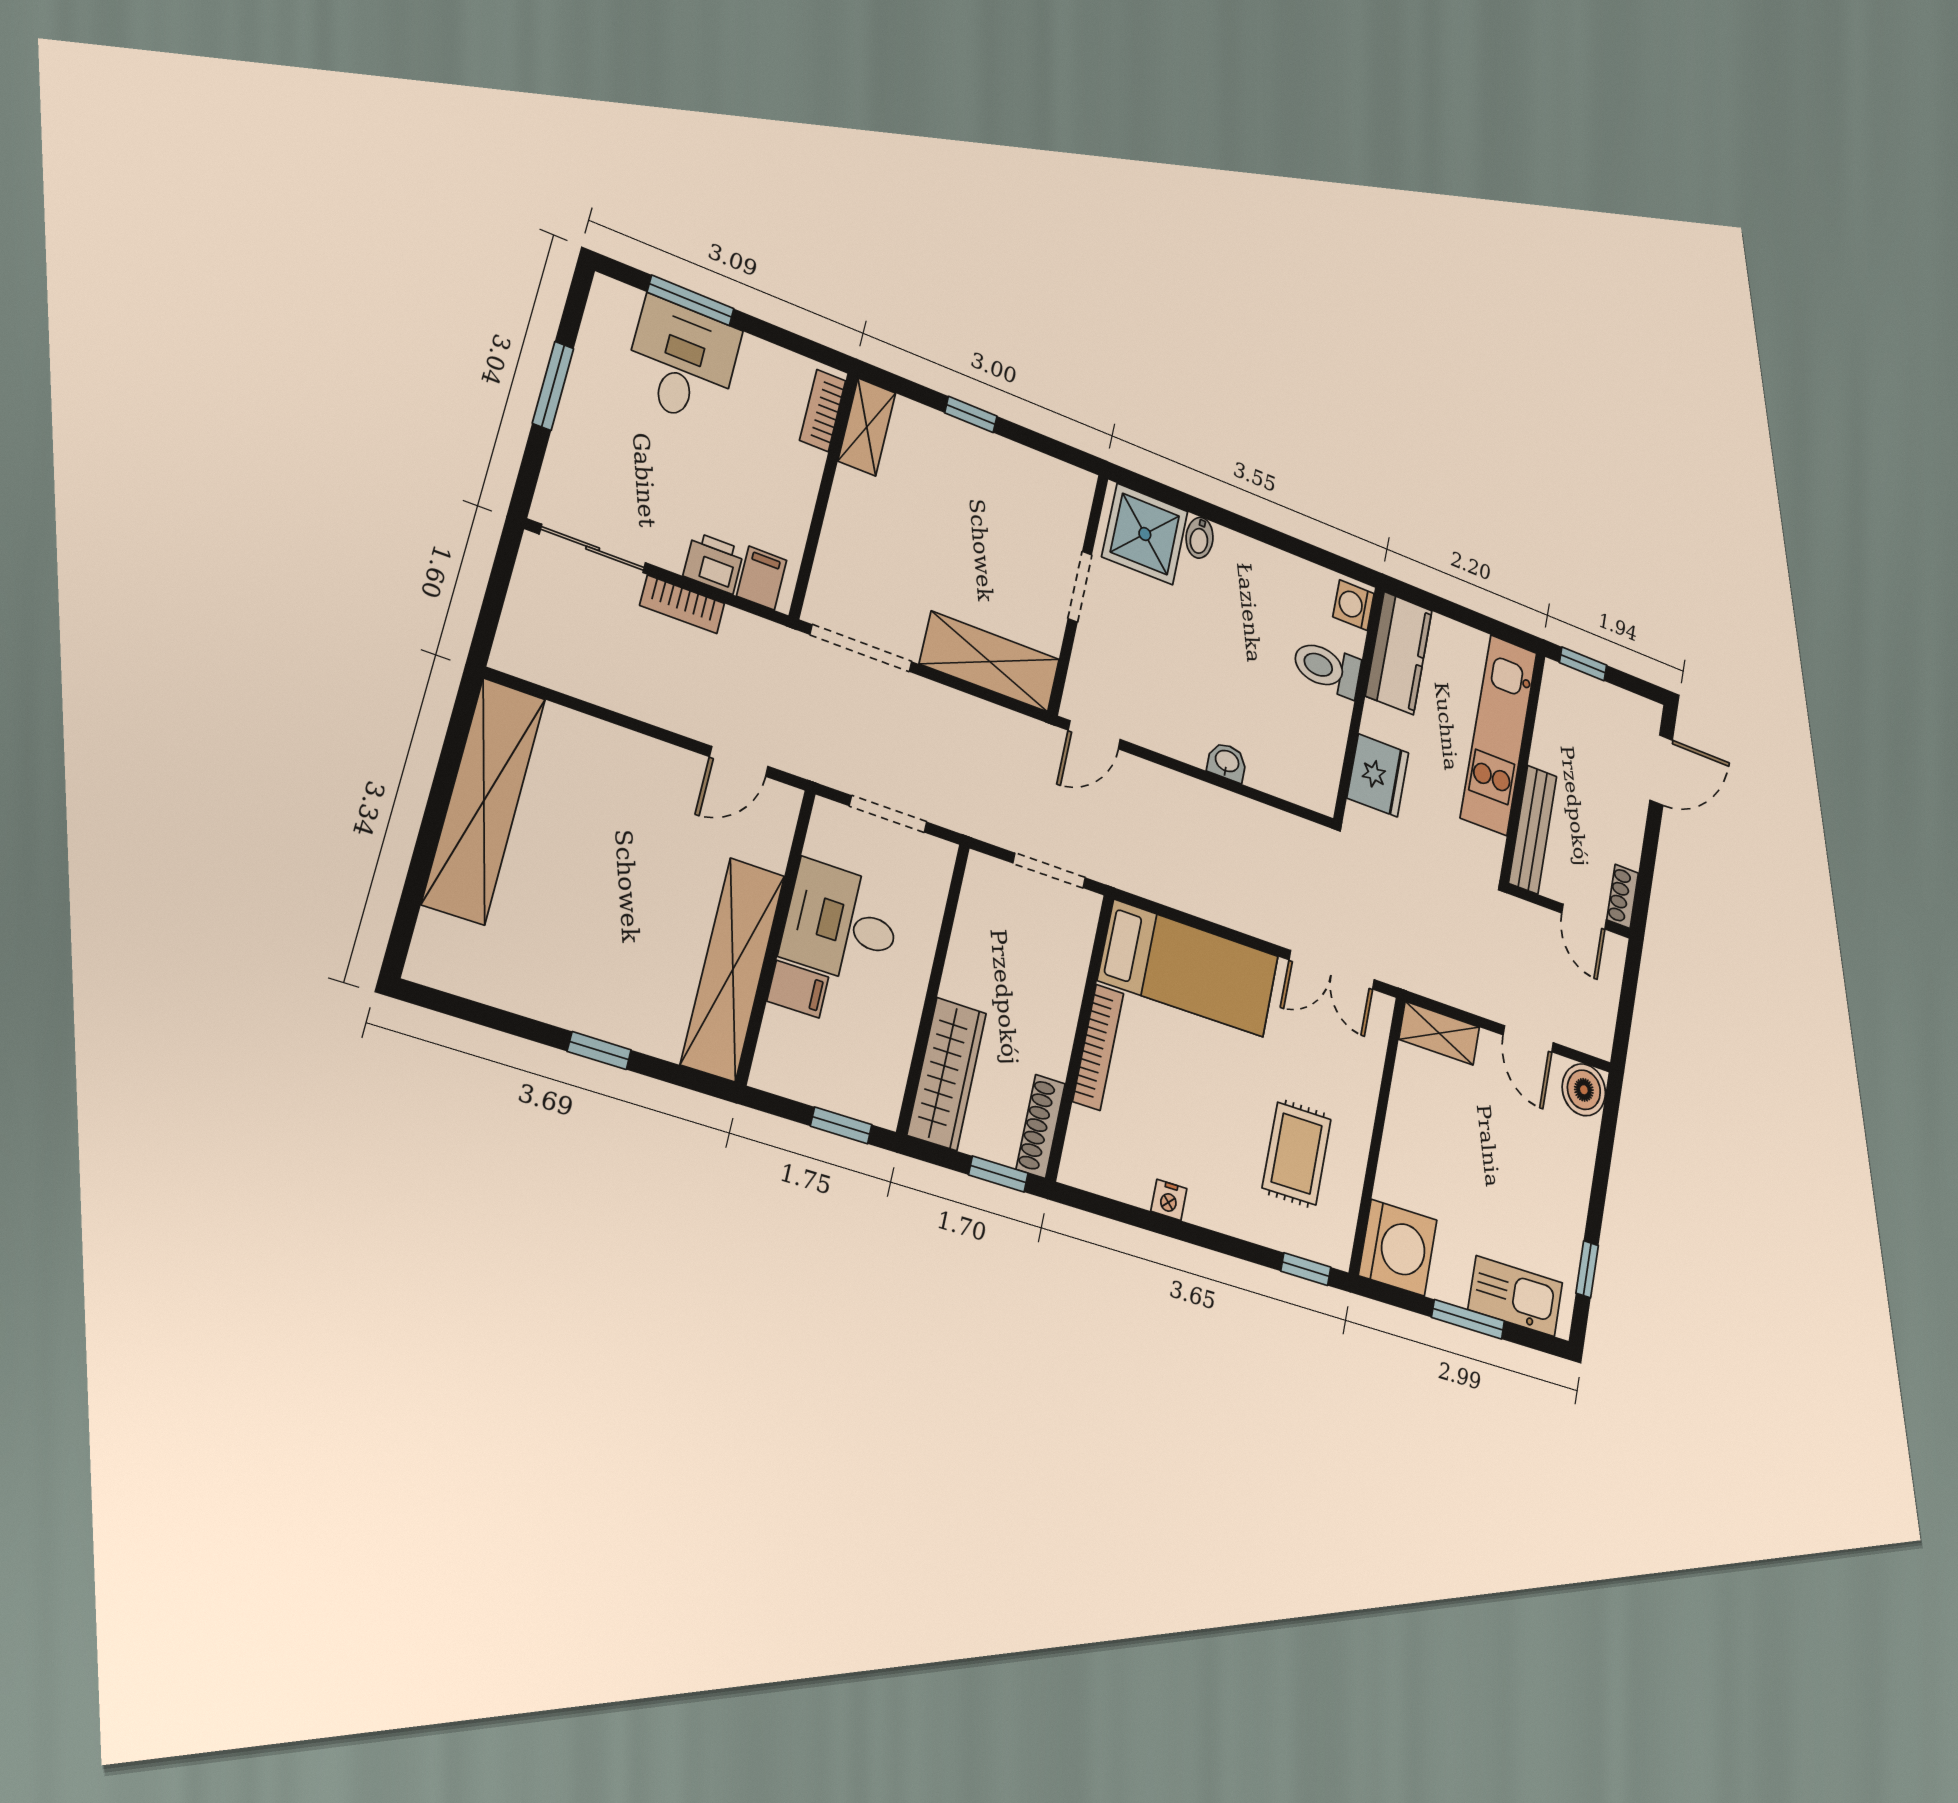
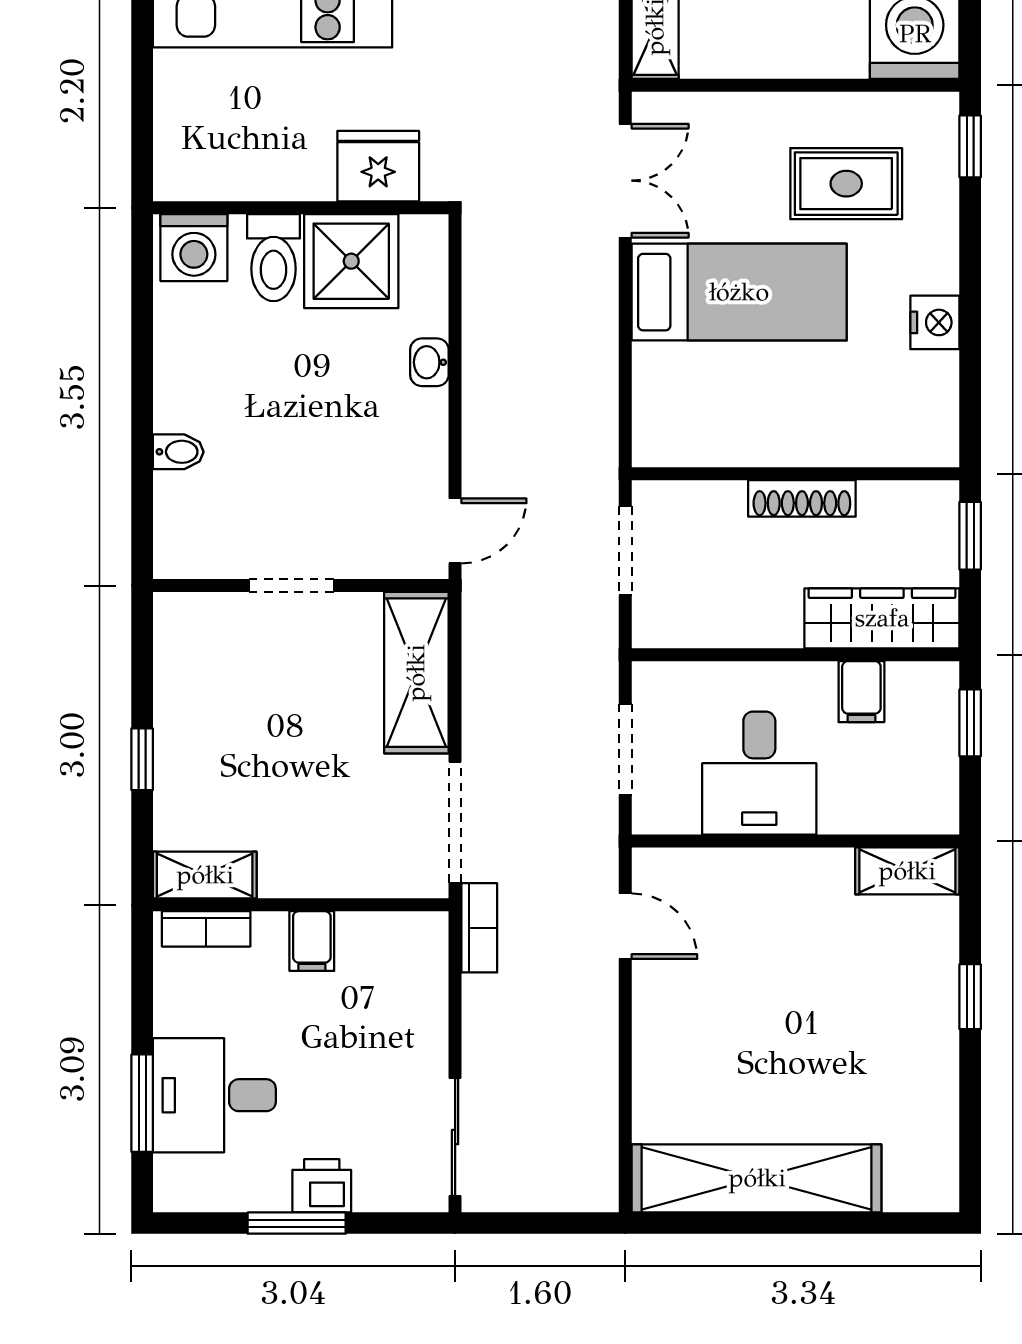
shower: (1145, 534) -> (351, 261), moved
printer: (713, 563) -> (322, 1186), moved, turned 90
filing cabinet: (762, 578) -> (312, 941), moved, turned -90
bookcase: (682, 604) -> (479, 928), moved
washing machine: (1353, 605) -> (194, 248), width x1.38, depth x1.38
kitchen counter: (1399, 653) -> (221, 167), removed
door: (1094, 735) -> (455, 531), hinge flipped
bed: (1189, 968) -> (739, 292), moved, turned 90
shelving: (733, 969) -> (907, 871), width x0.45, depth x0.75
filing cabinet: (798, 989) -> (861, 692), moved, turned 180
bookcase: (1098, 1047) -> (801, 450), removed
shoe rack: (1041, 1126) -> (802, 498), moved
nightstand: (1169, 1200) -> (935, 322), width x1.39, depth x1.35

